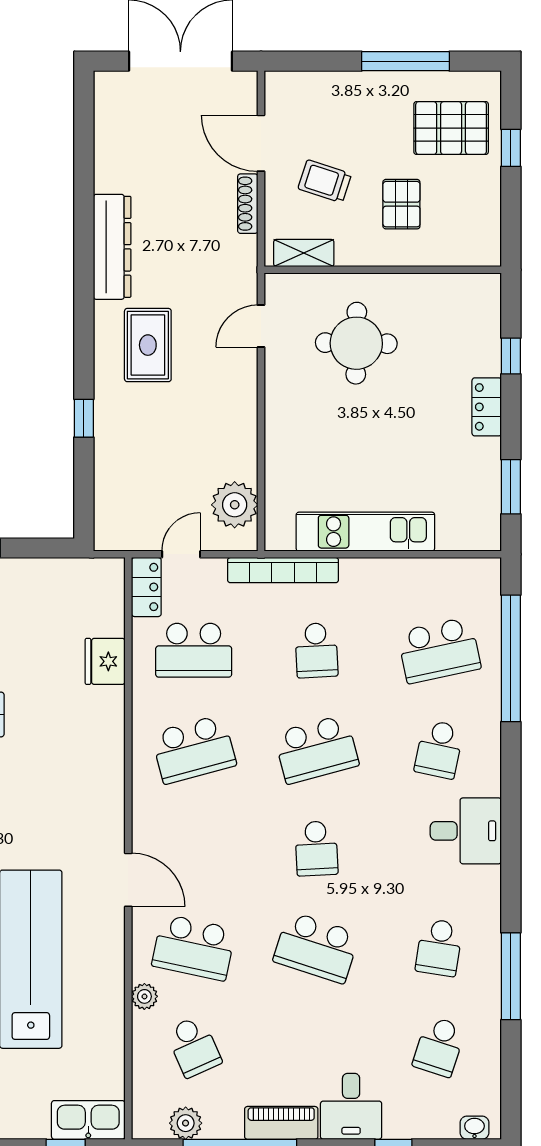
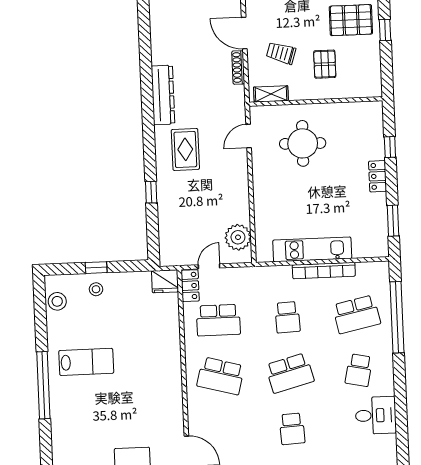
bookcase: (283, 570) -> (324, 270), moved
fridge: (105, 661) -> (165, 281), moved, turned -90
school desk: (194, 749) -> (221, 376), turned 30

